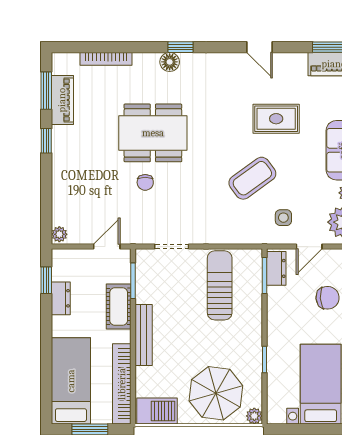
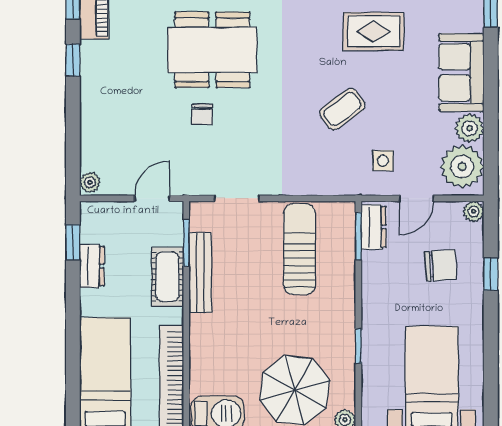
coffee table: (252, 178) -> (342, 109), width x0.73, depth x0.77
bench: (144, 335) -> (200, 273), moved

